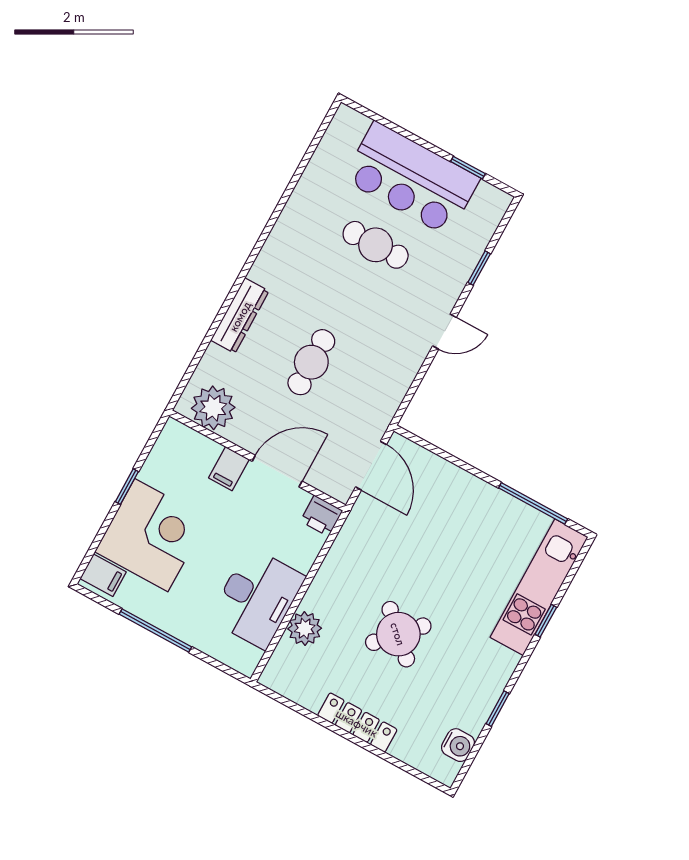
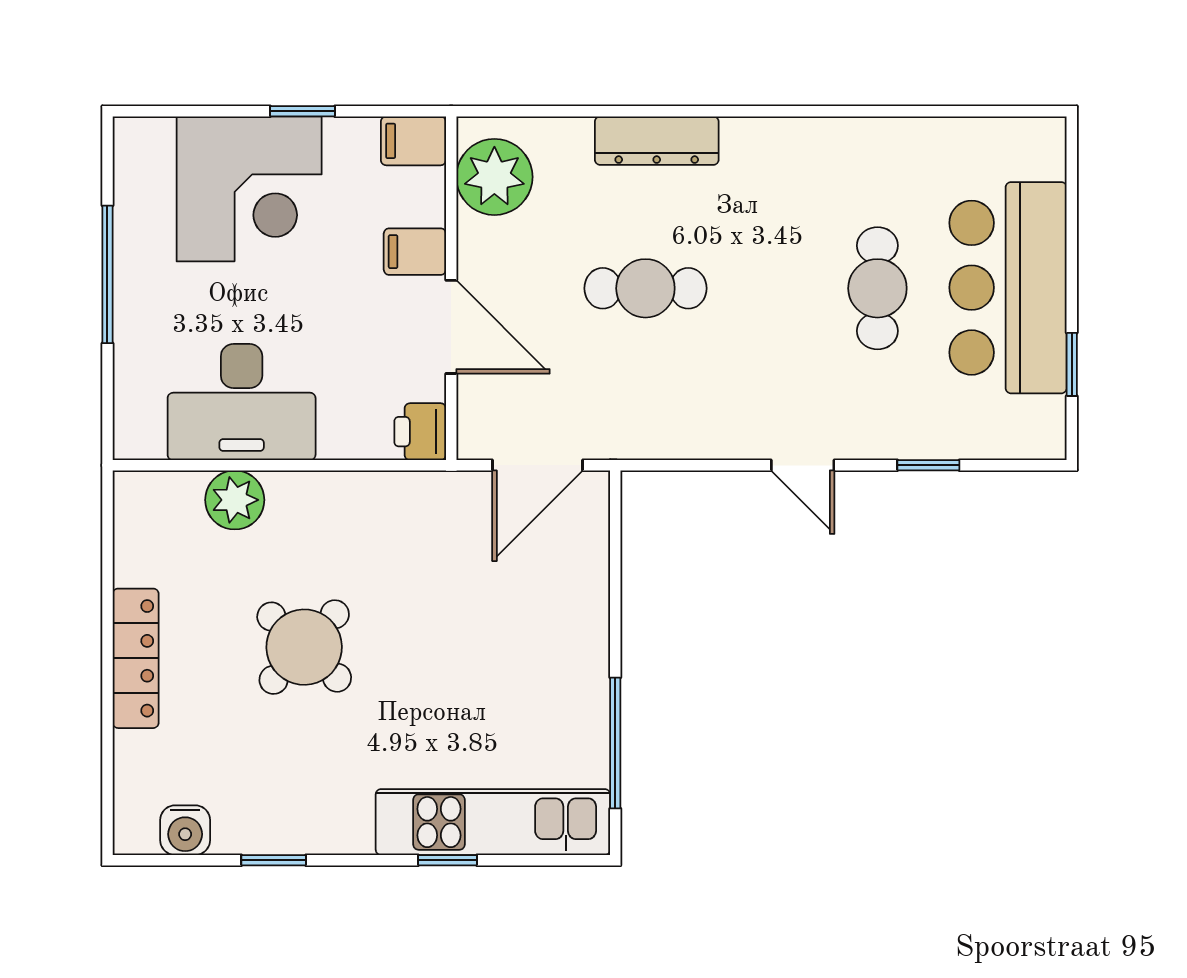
filing cabinet: (103, 575) -> (413, 141), moved, turned 90

